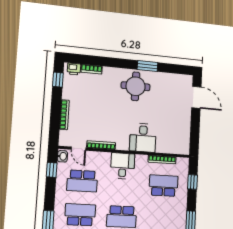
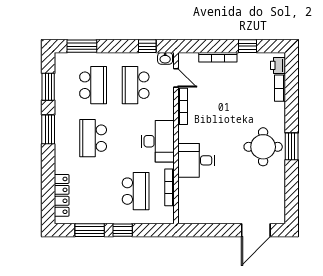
window: (148, 66) -> (292, 146), moved
window: (58, 80) -> (247, 46), moved
door: (78, 149) -> (176, 78), swing flipped
desk: (123, 166) -> (158, 141), width x1.37
window: (192, 182) -> (123, 230), moved

